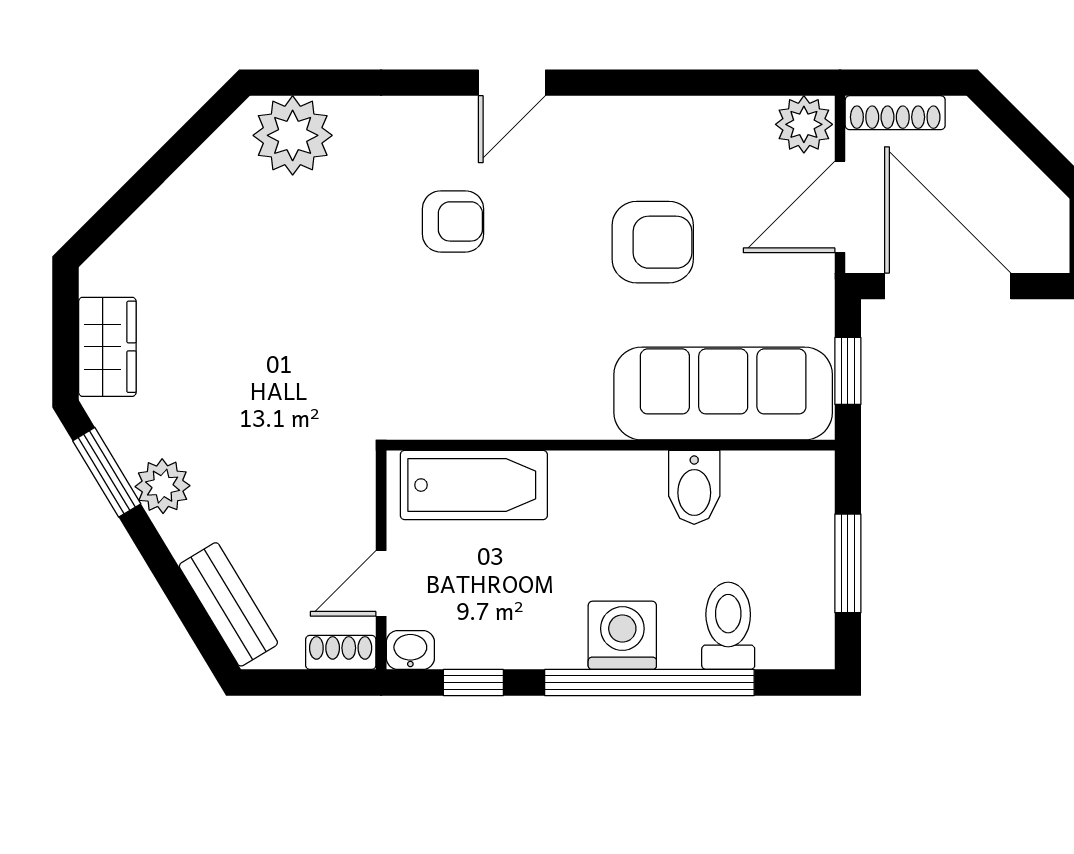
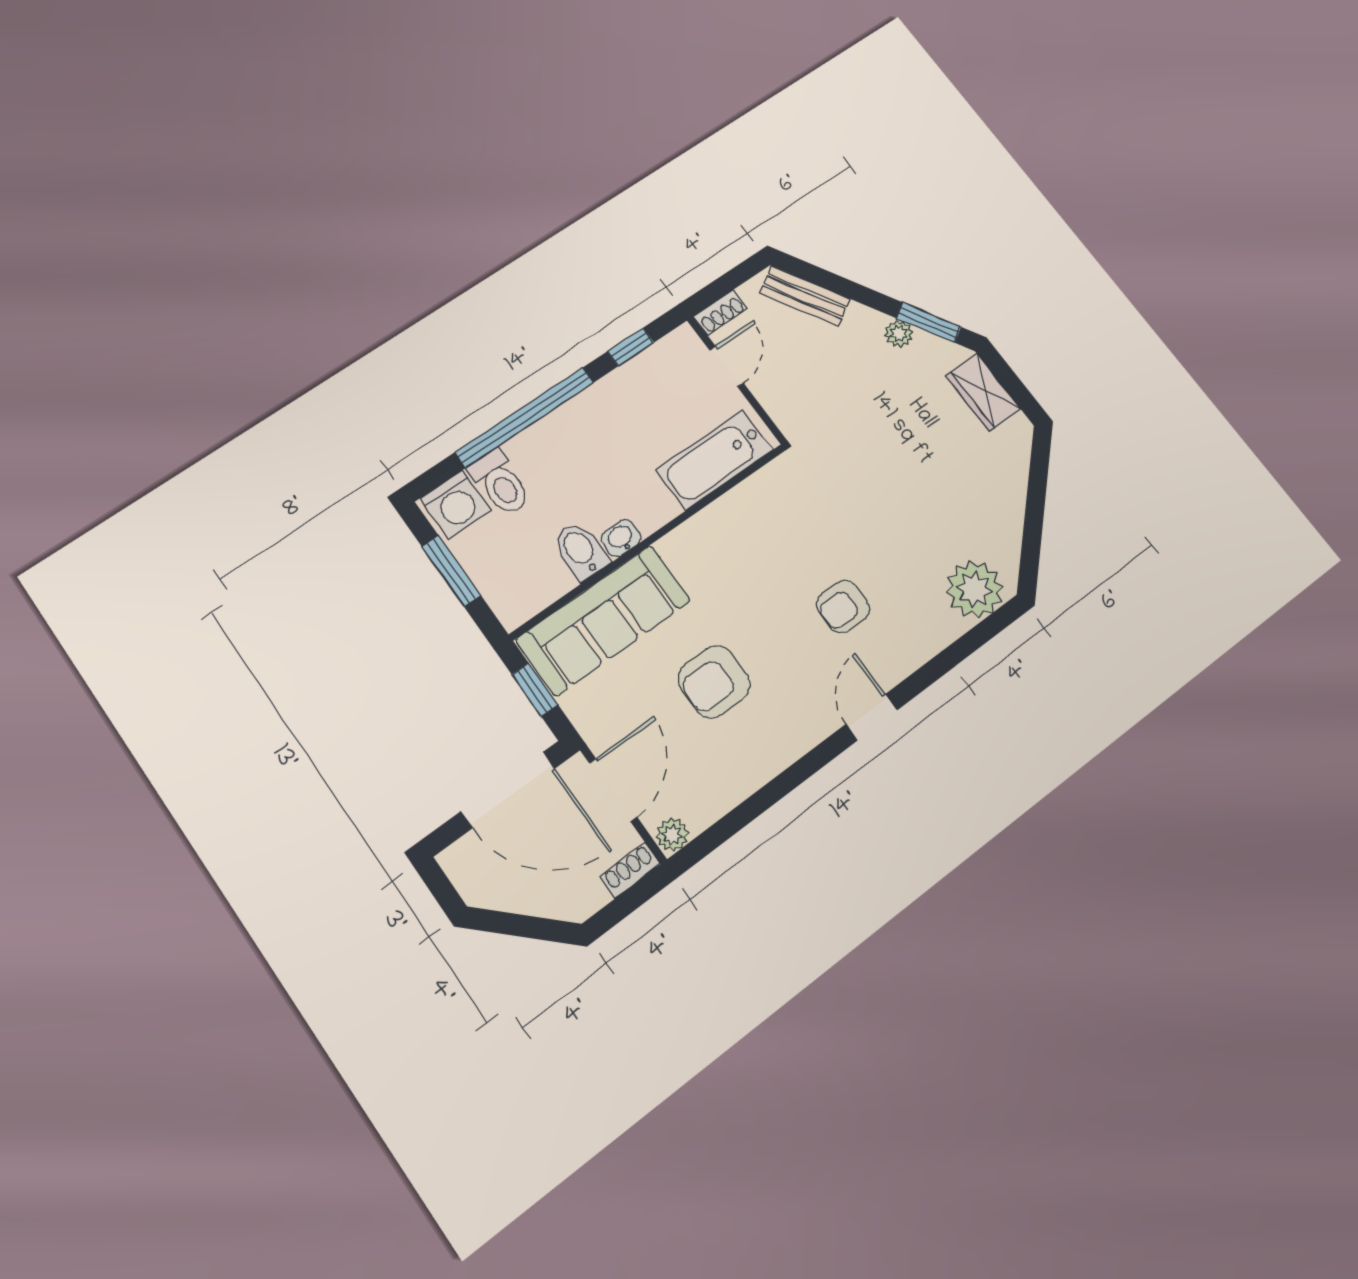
shoe rack: (895, 113) -> (630, 870), width x0.70
plant: (804, 124) -> (672, 835), width x0.73, depth x0.73
plant: (163, 486) -> (899, 334), width x0.73, depth x0.73
washing machine: (622, 635) -> (456, 504), moved
washbasin: (410, 650) -> (621, 538), moved, turned 180

